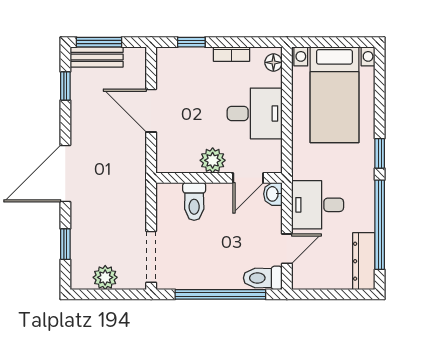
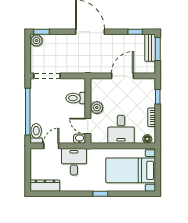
window: (380, 225) -> (64, 194), removed
window: (65, 244) -> (42, 32), moved
door: (287, 249) -> (51, 146), swing flipped
plant: (105, 277) -> (36, 40), moved

